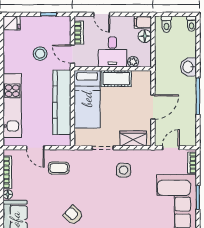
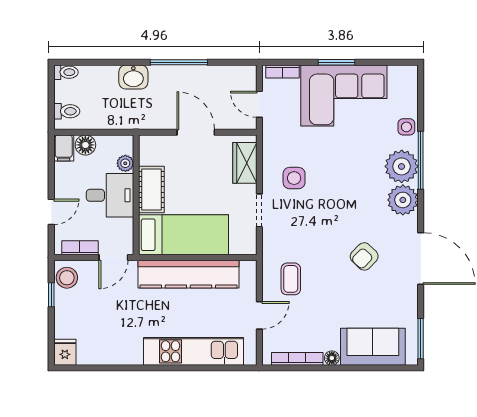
stool: (40, 54) -> (67, 278), moved

